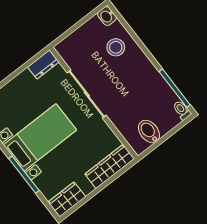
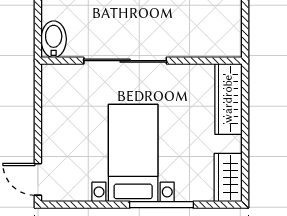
dresser: (43, 65) -> (52, 84), removed
bidet: (149, 132) -> (54, 39), moved, turned 90

